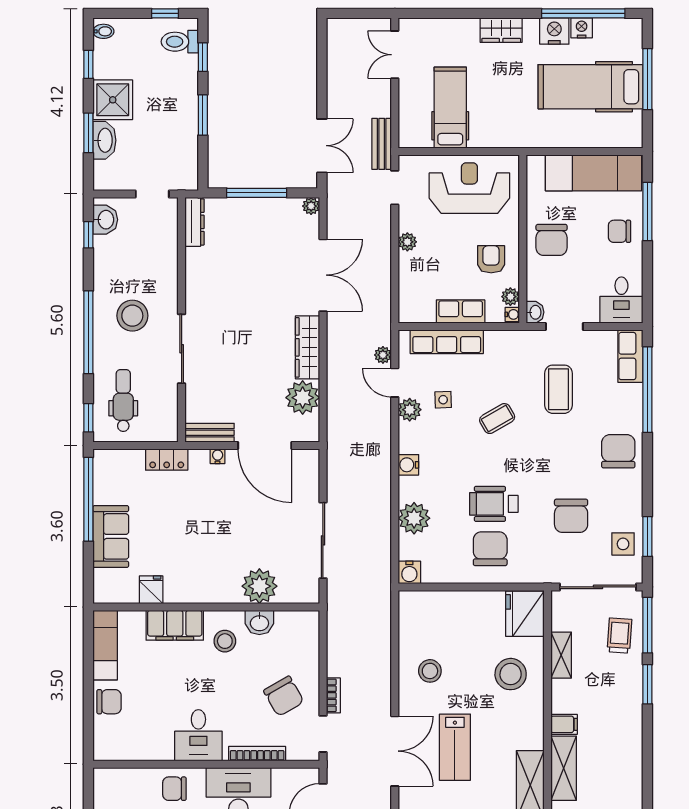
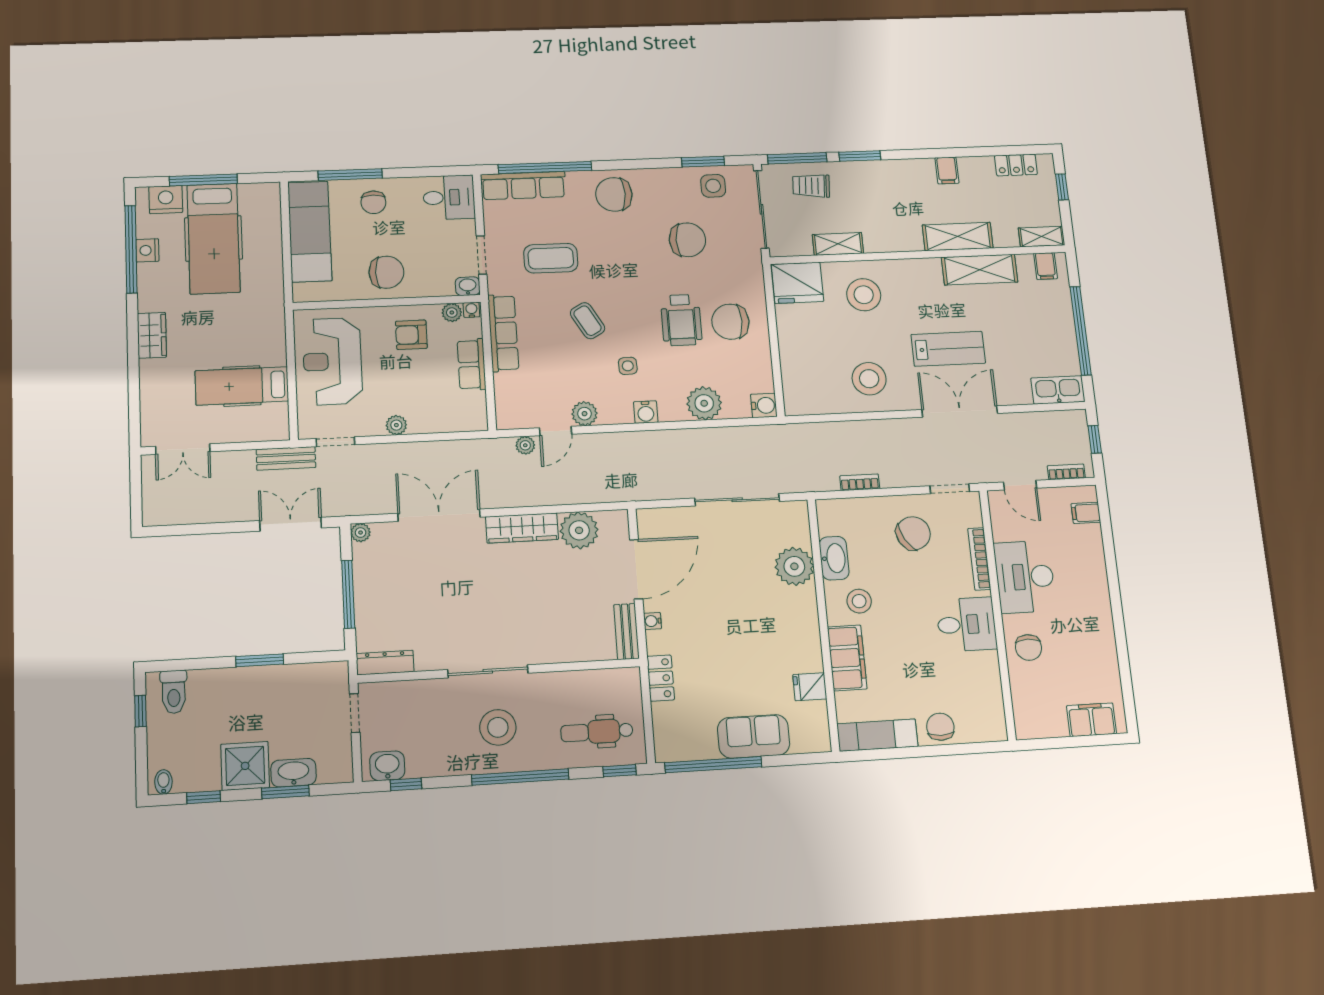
nightstand: (554, 31) -> (166, 200), moved, turned 90
window: (203, 57) -> (191, 664), removed
row of seats: (447, 342) -> (503, 333), moved
sliding door: (182, 349) -> (488, 671), moved
row of seats: (630, 356) -> (523, 186), width x1.48
side table: (443, 400) -> (628, 366), moved
washbasin: (259, 622) -> (834, 558), width x1.38
stool: (430, 671) -> (869, 379), width x1.38, depth x1.38
bookcase: (333, 695) -> (860, 482), moved
filing cabinet: (564, 724) -> (947, 170), moved, turned 180

